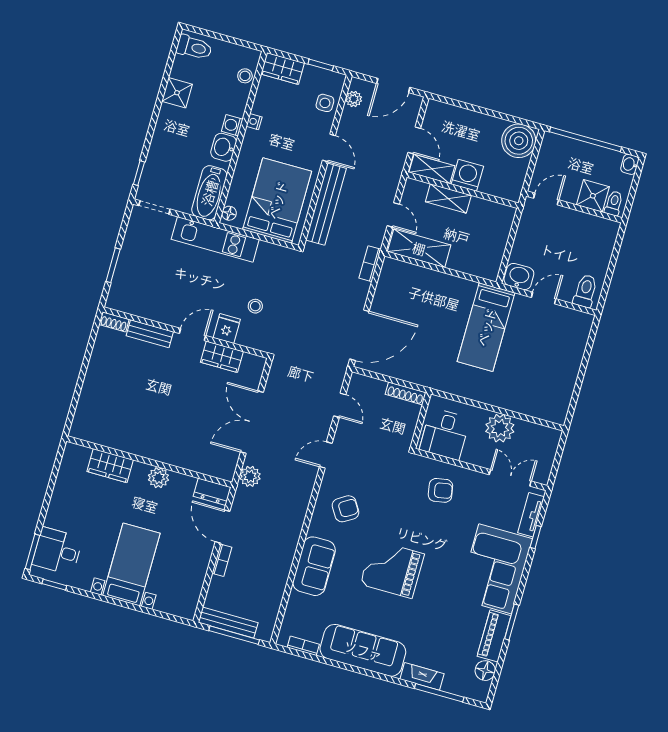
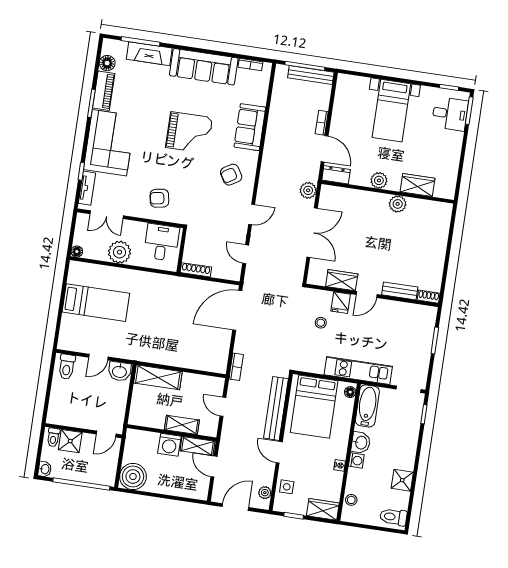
shelving: (419, 248) -> (158, 377), moved
bed: (486, 327) -> (96, 303), moved, turned 90
floor lamp: (554, 436) -> (77, 252), added
plant: (138, 445) -> (398, 204), added
fireplace: (422, 676) -> (149, 54), width x1.37, depth x1.32

